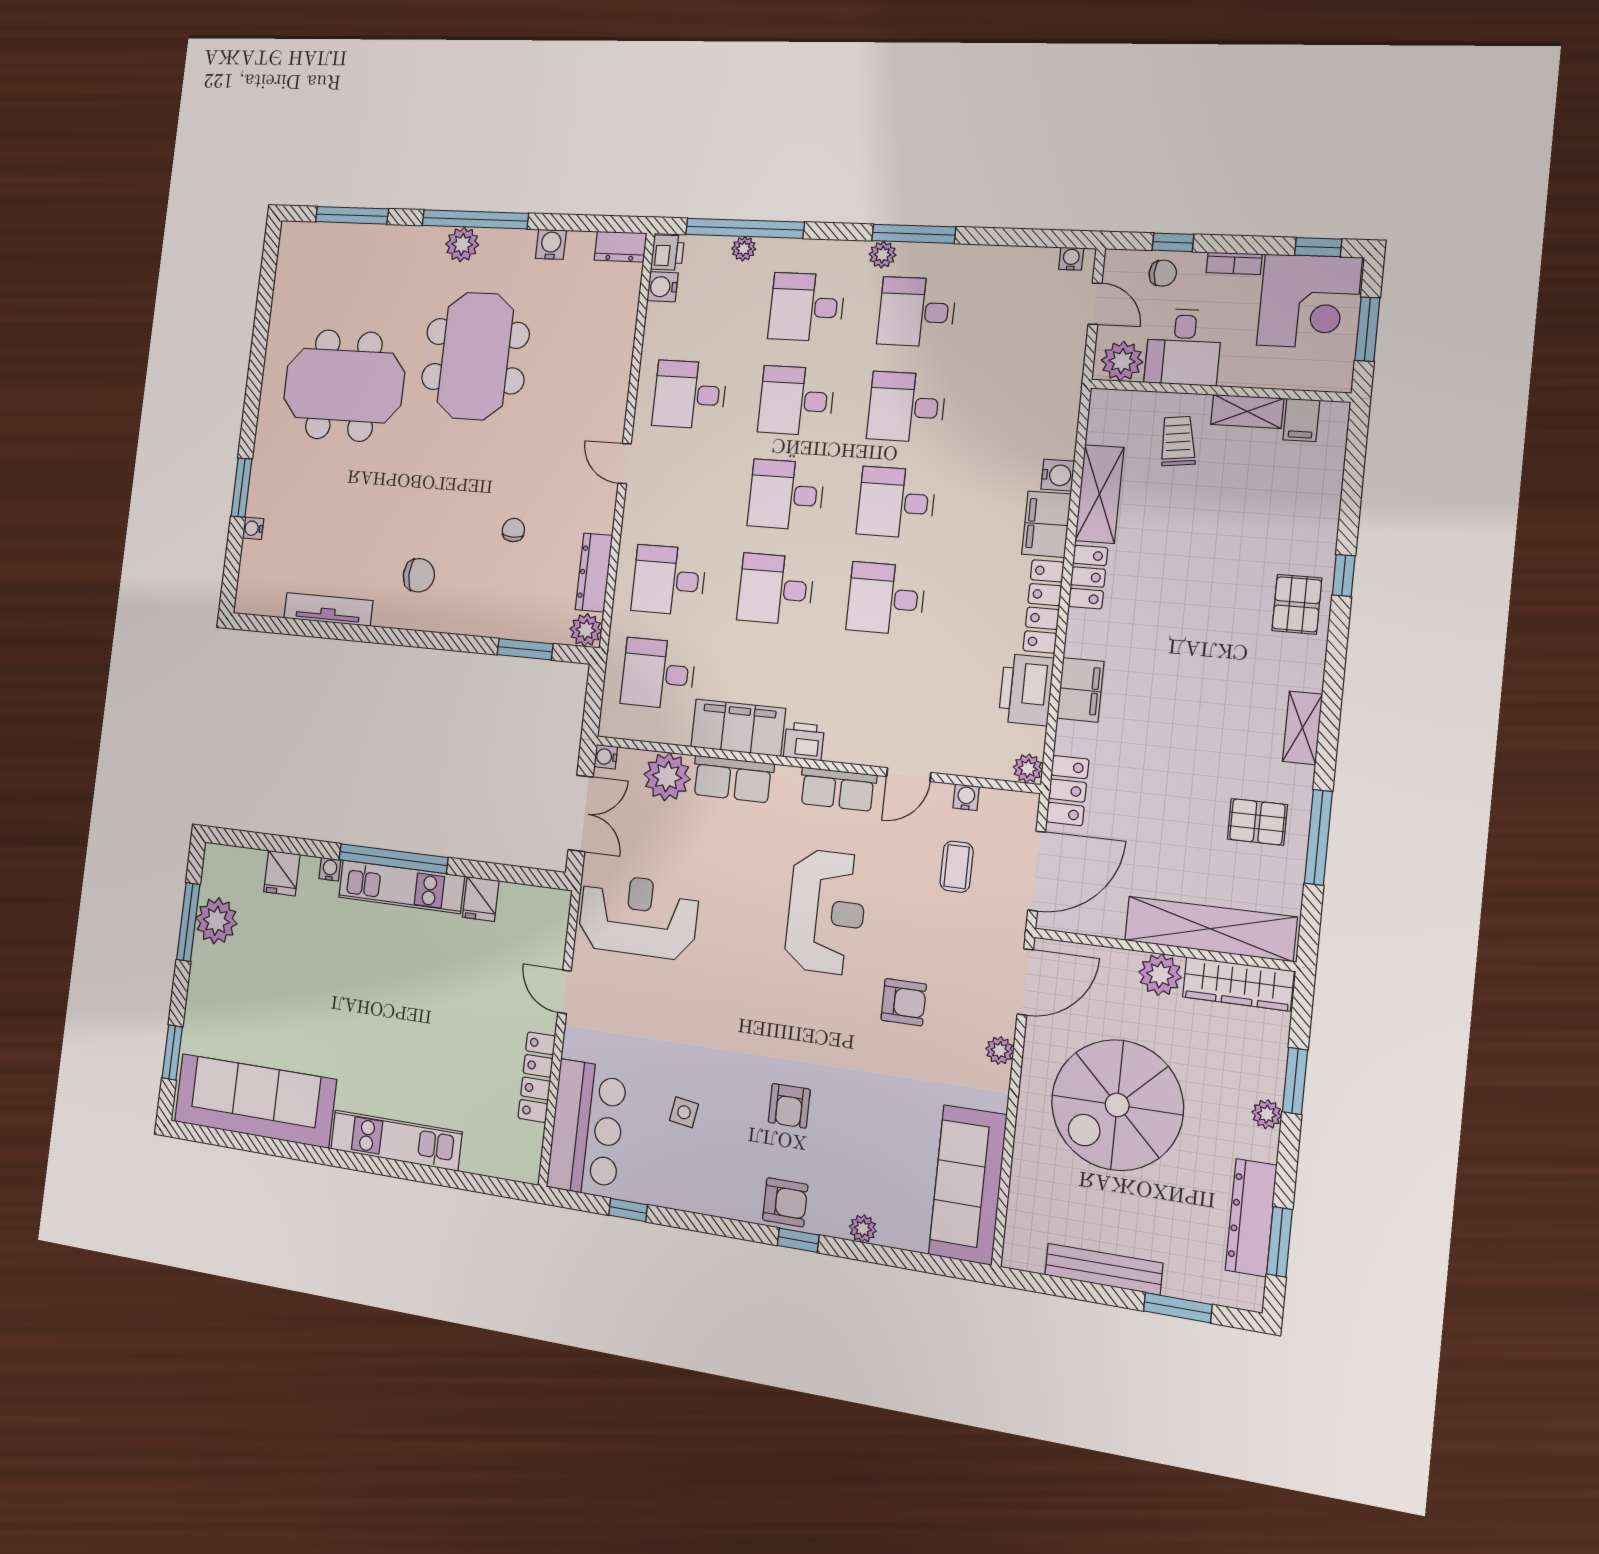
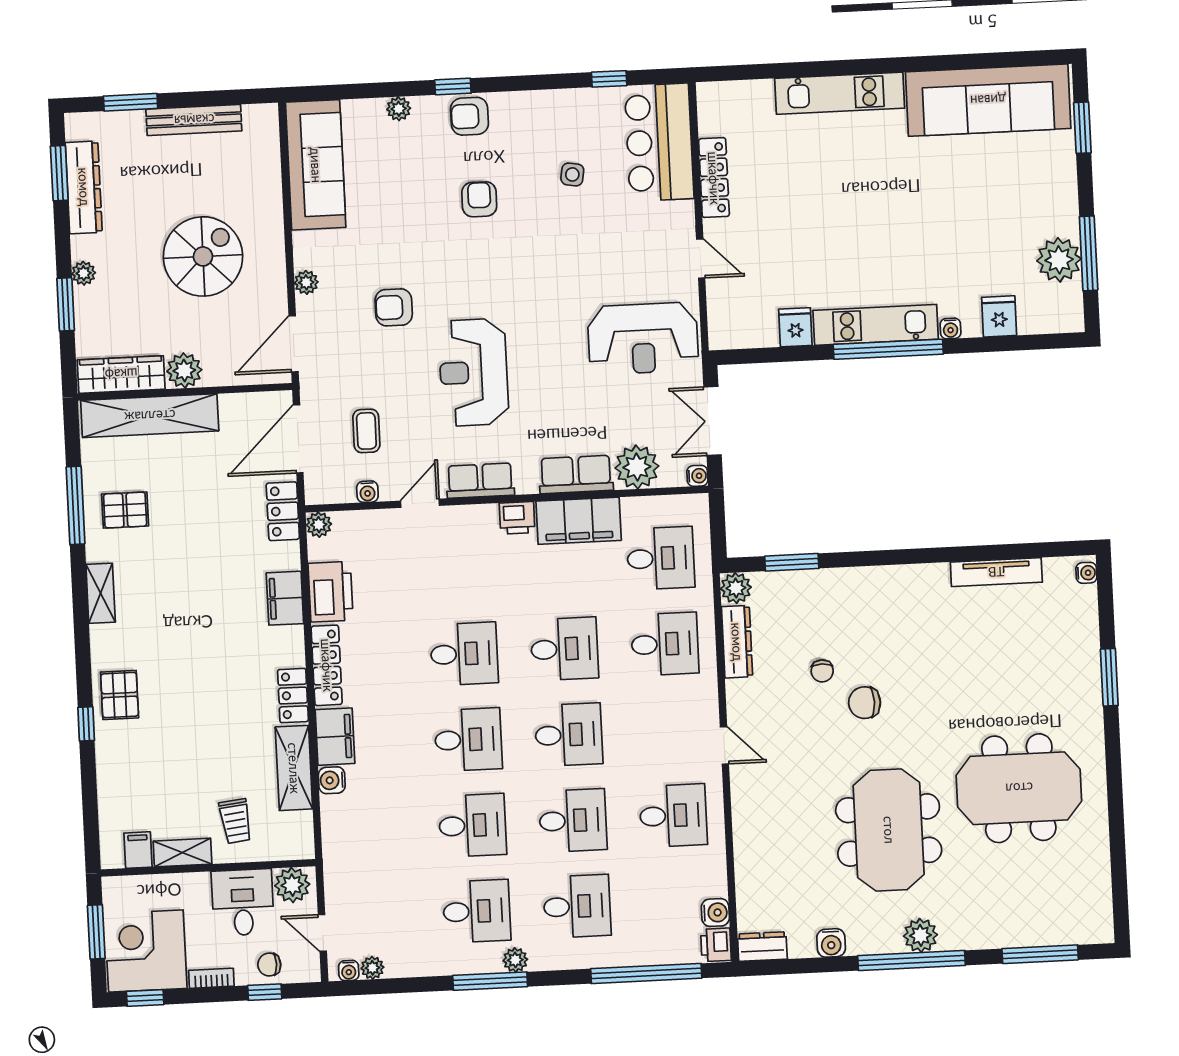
plant: (744, 249) -> (372, 968), moved
water cooler: (253, 528) -> (1086, 573), moved
chair: (419, 575) -> (865, 703), moved
spiral stairs: (1117, 1105) -> (203, 256), width x0.73, depth x0.73

